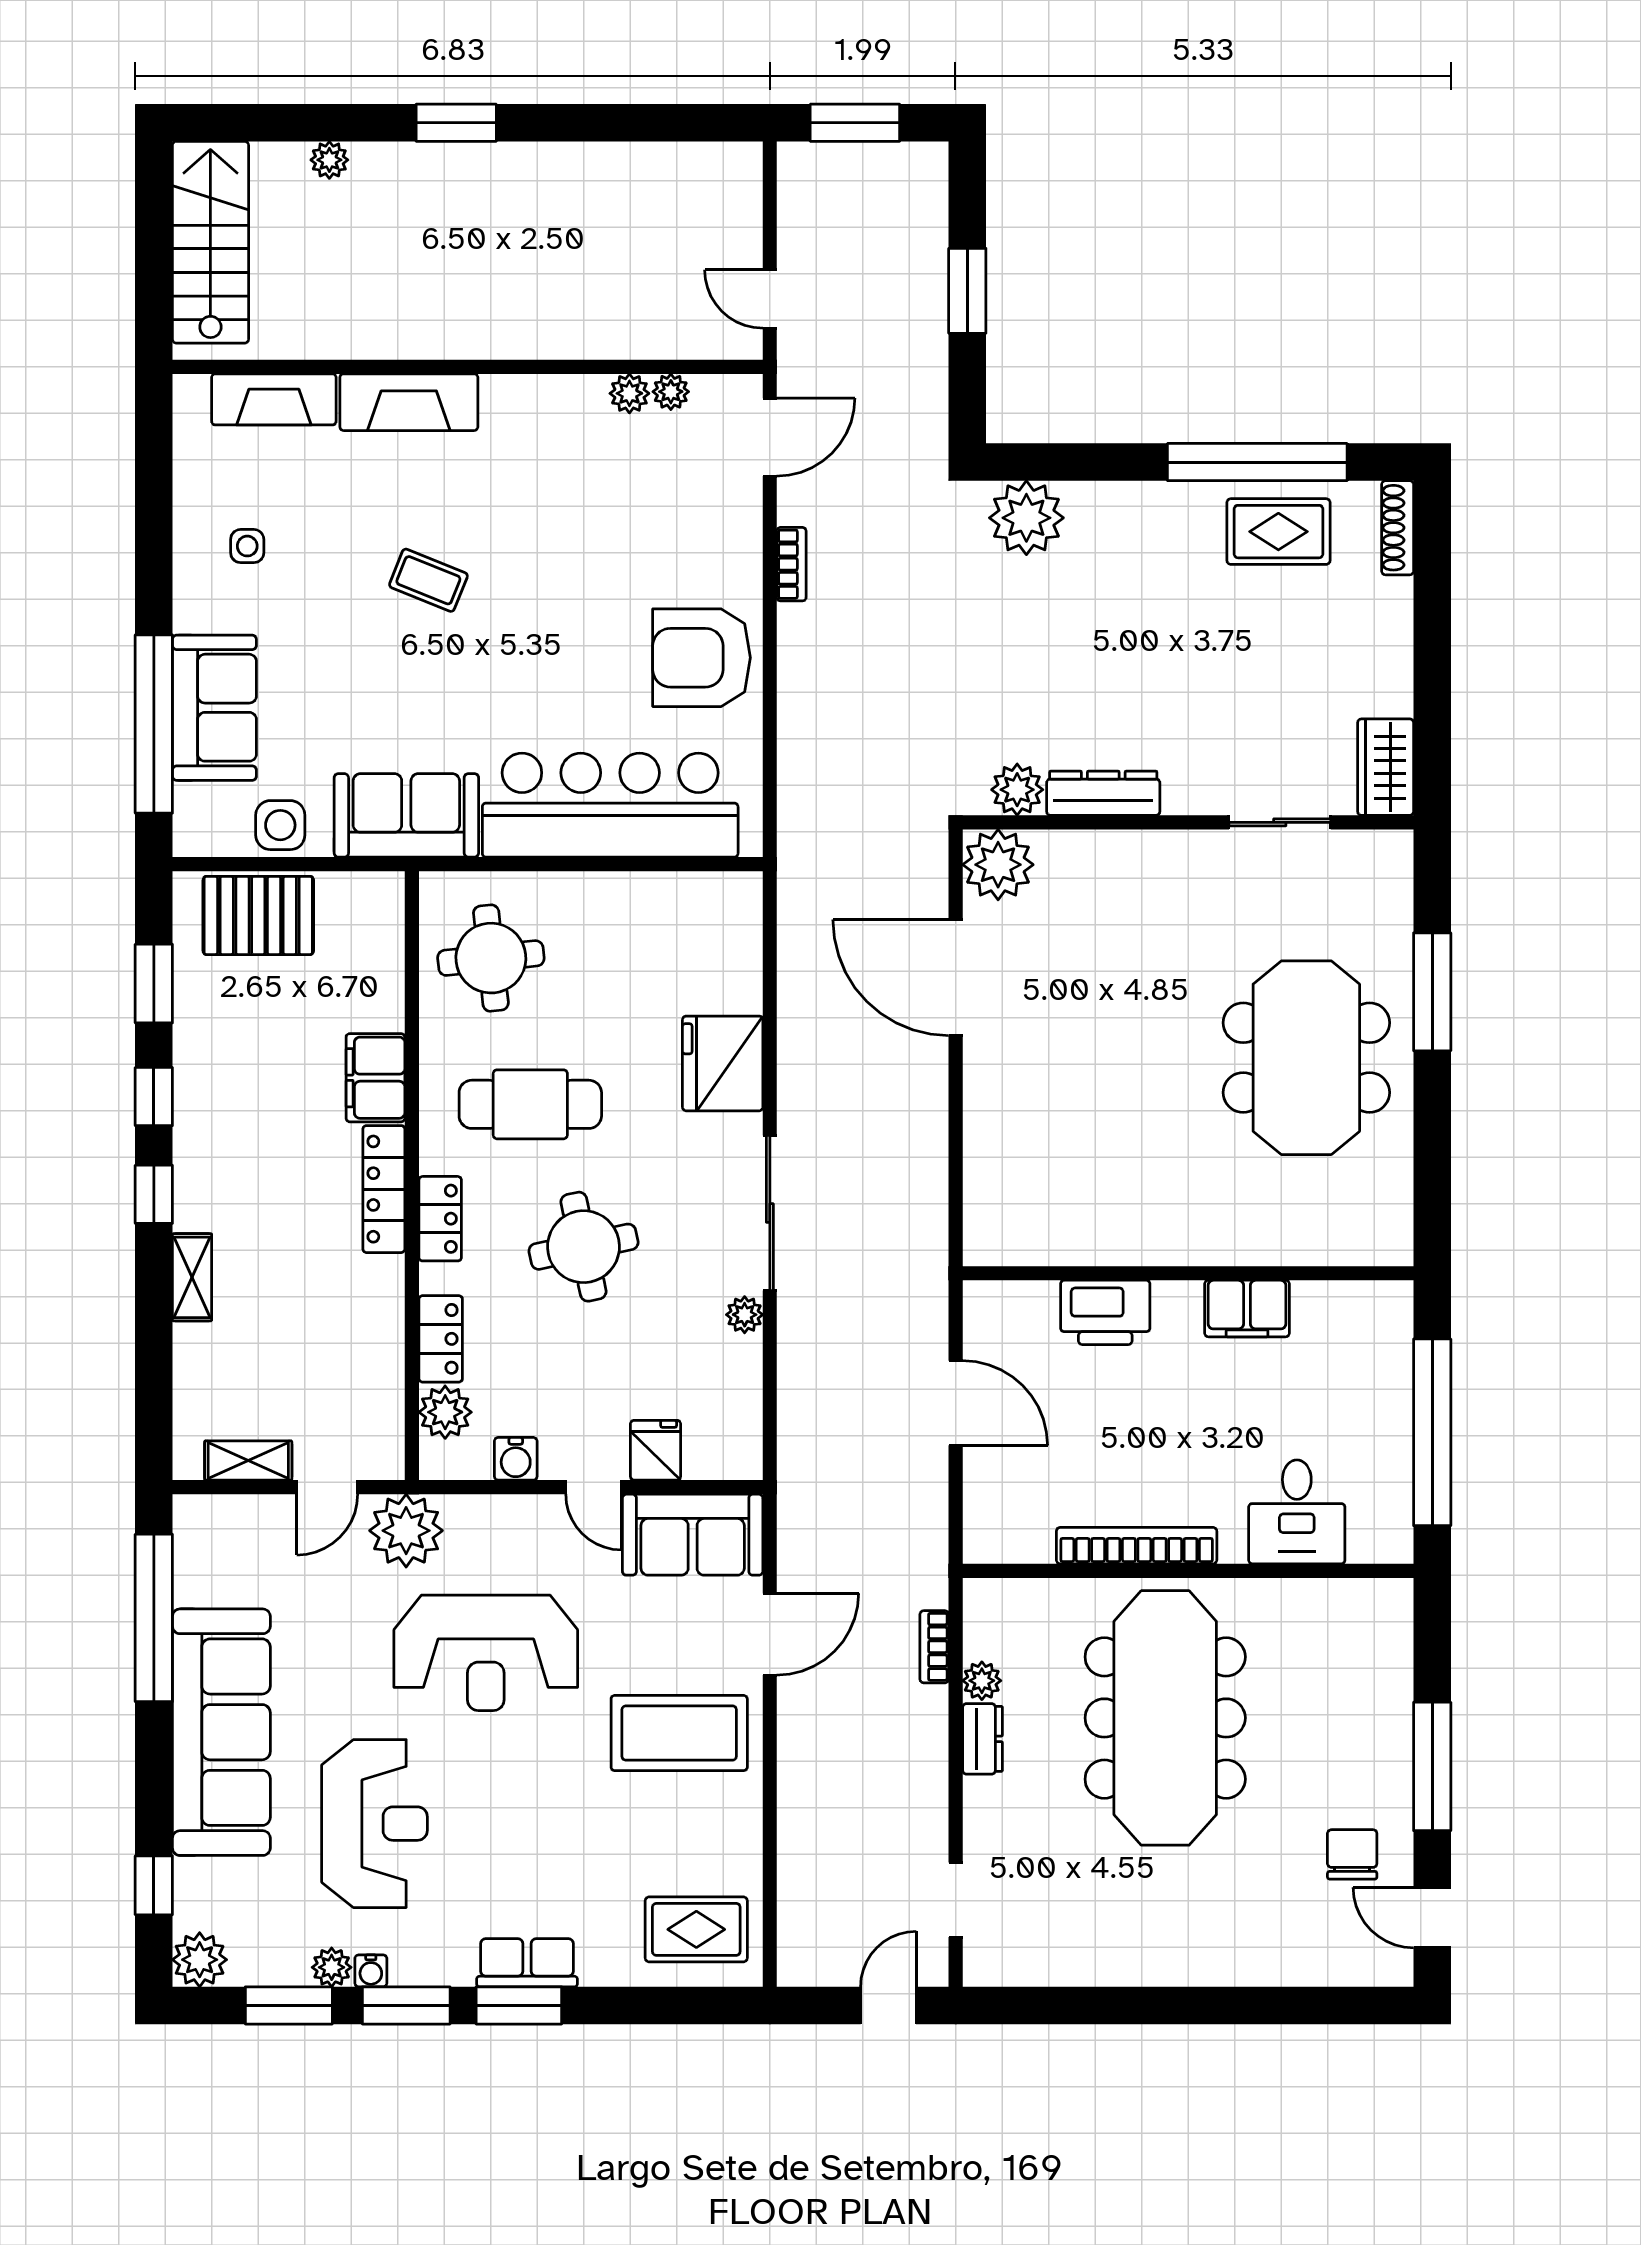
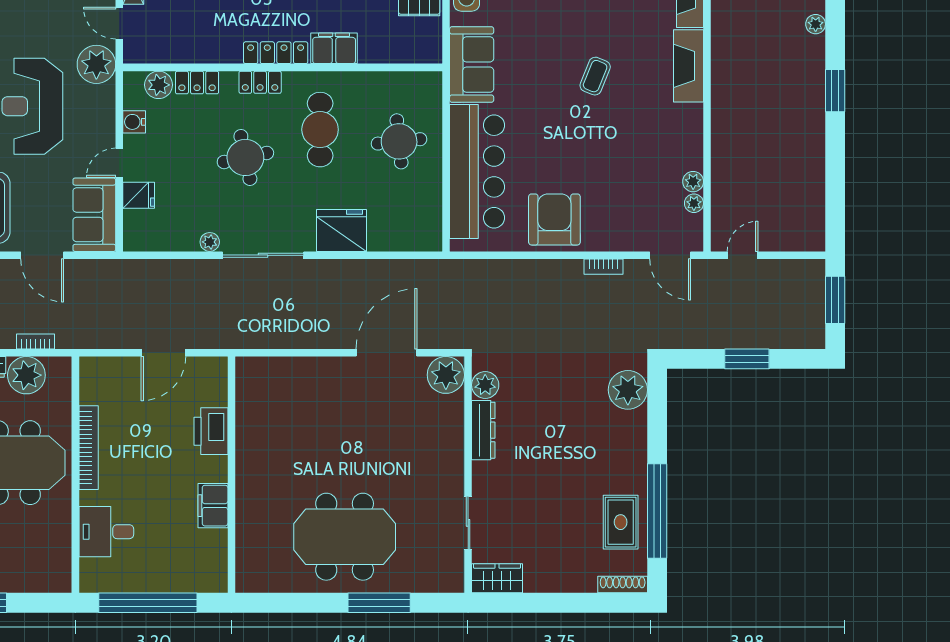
round table: (491, 958) -> (399, 141), moved
plant: (982, 1681) -> (26, 375), width x1.88, depth x1.88

